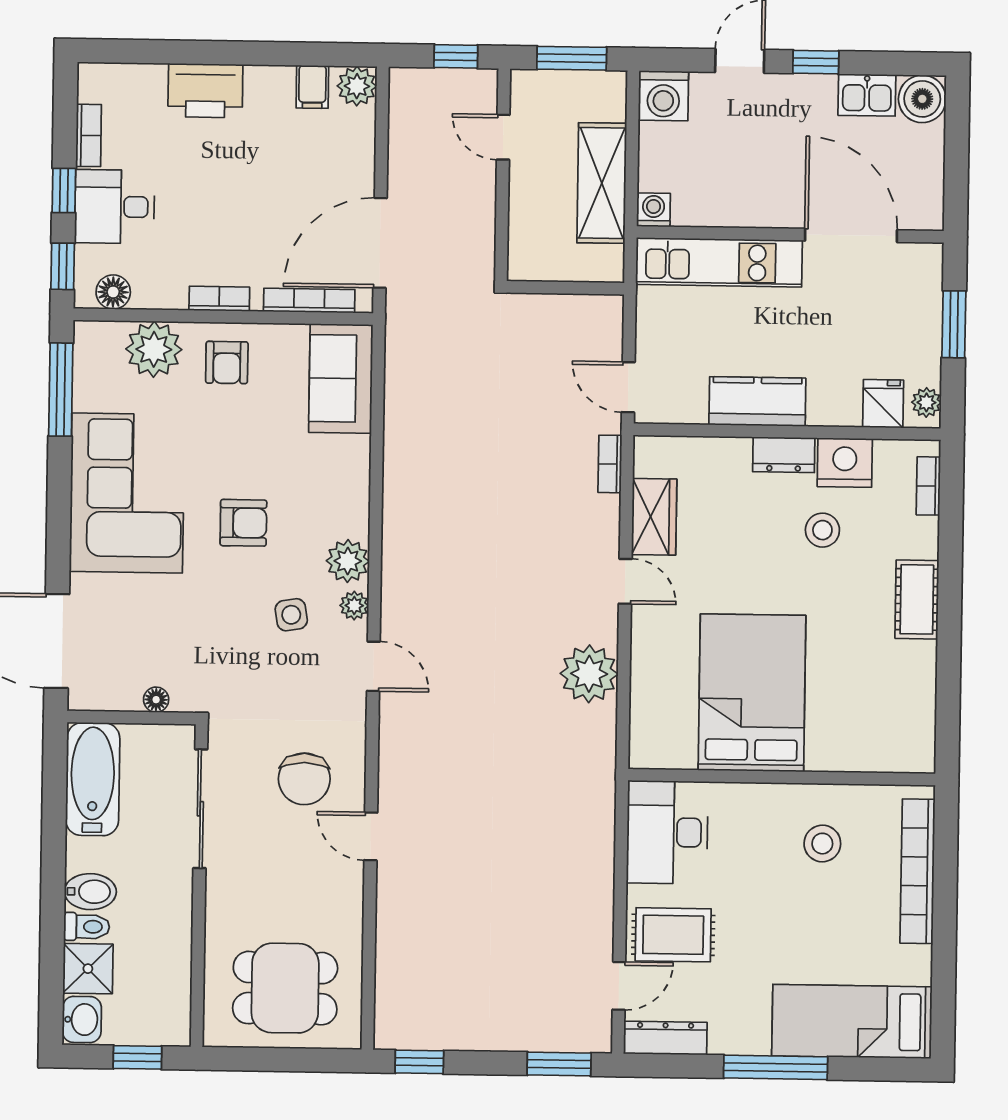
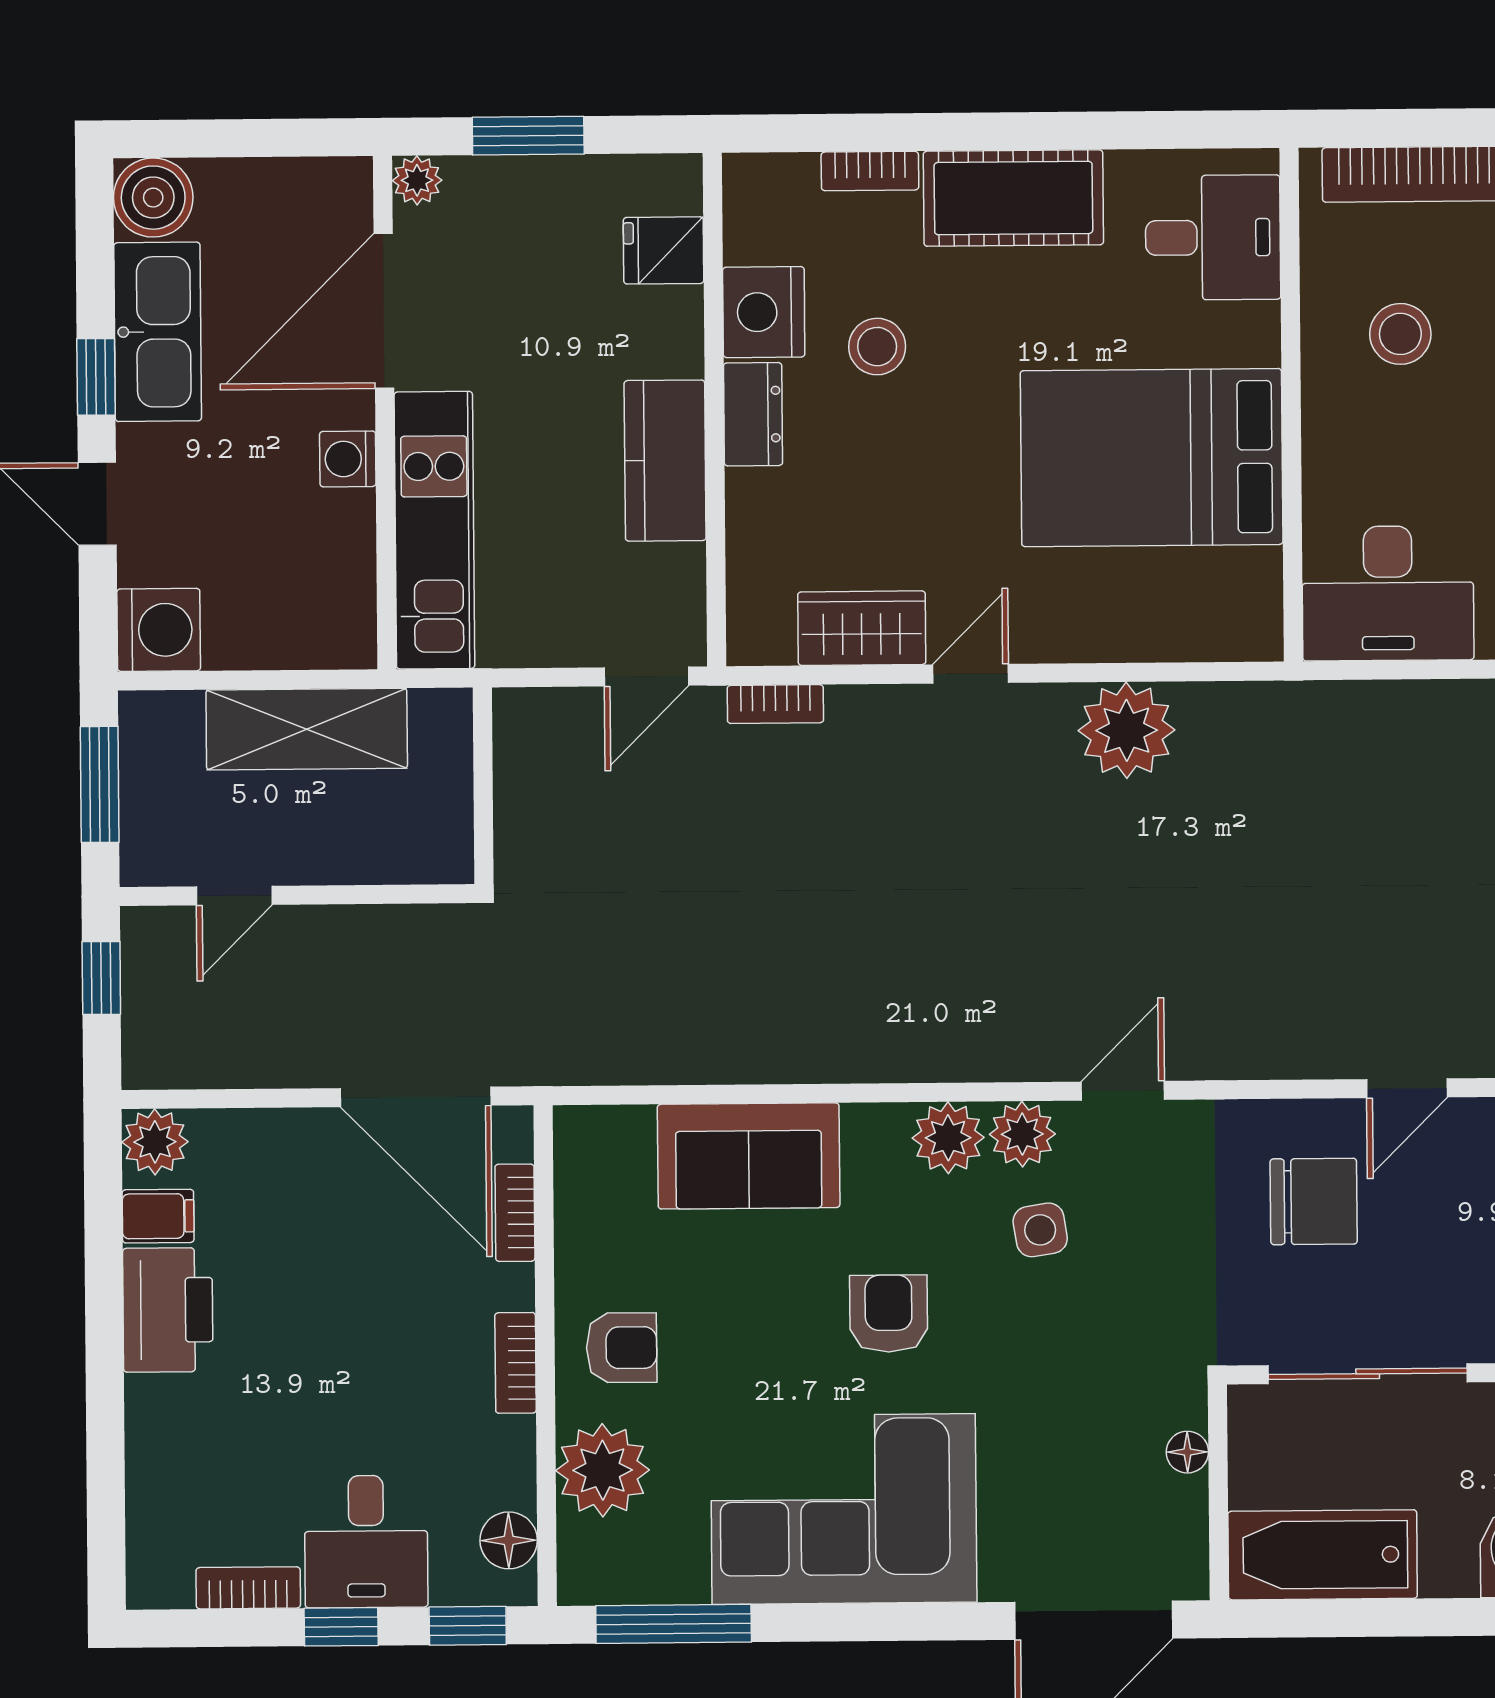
printer: (205, 91) -> (168, 1310), moved
kitchen sink: (867, 95) -> (158, 332), width x1.88, depth x1.24
washing machine: (654, 210) -> (348, 459), moved
bookcase: (309, 301) -> (515, 1213), width x0.64
sofa: (341, 378) -> (749, 1156), moved
plant: (926, 402) -> (417, 180), moved
bookcase: (928, 486) -> (870, 171), moved
cot: (917, 599) -> (1013, 198), width x1.37, depth x1.34
plant: (354, 606) -> (1022, 1134), width x1.38, depth x1.38
desk: (883, 733) -> (1213, 238), added

